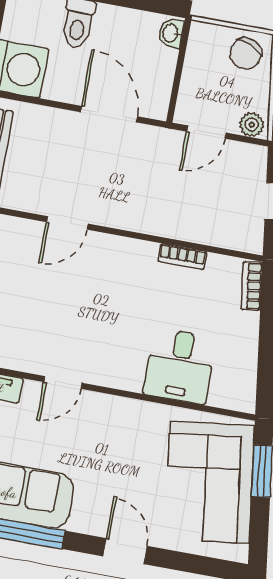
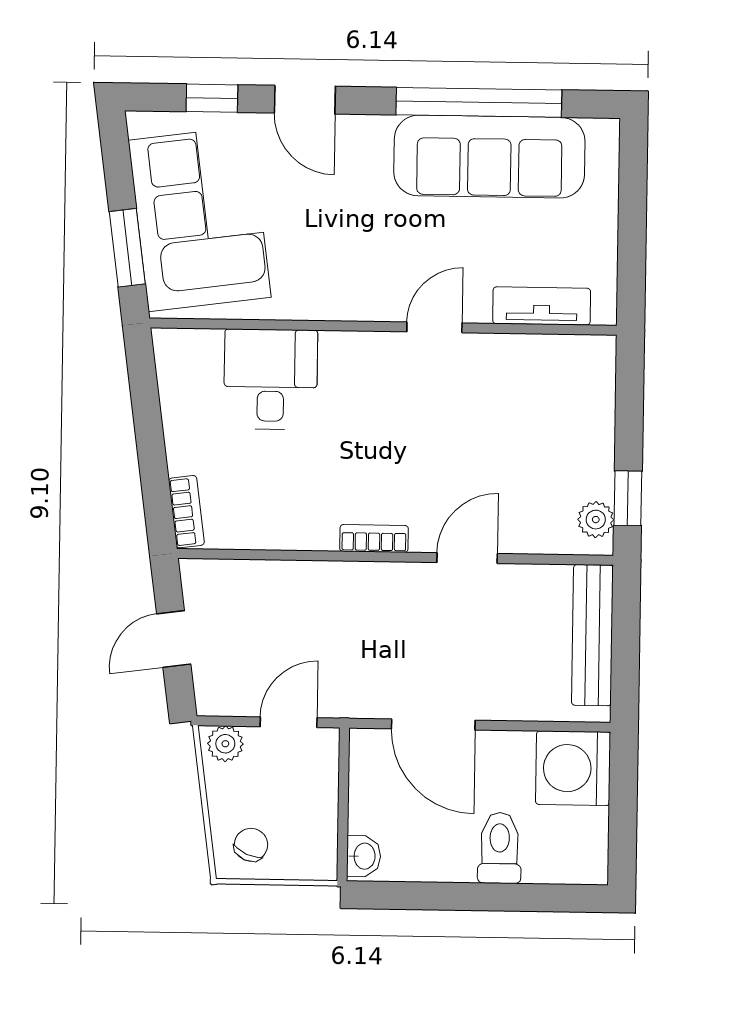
chair: (246, 53) -> (251, 845), width x0.73, depth x0.73
bookcase: (182, 257) -> (374, 538), moved
window: (188, 563) -> (212, 98), added

